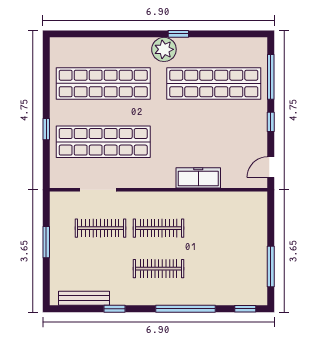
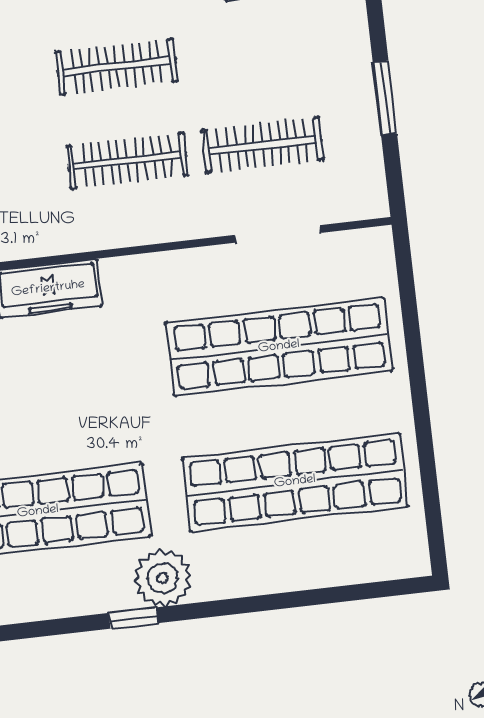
window: (46, 129) -> (415, 361), removed

